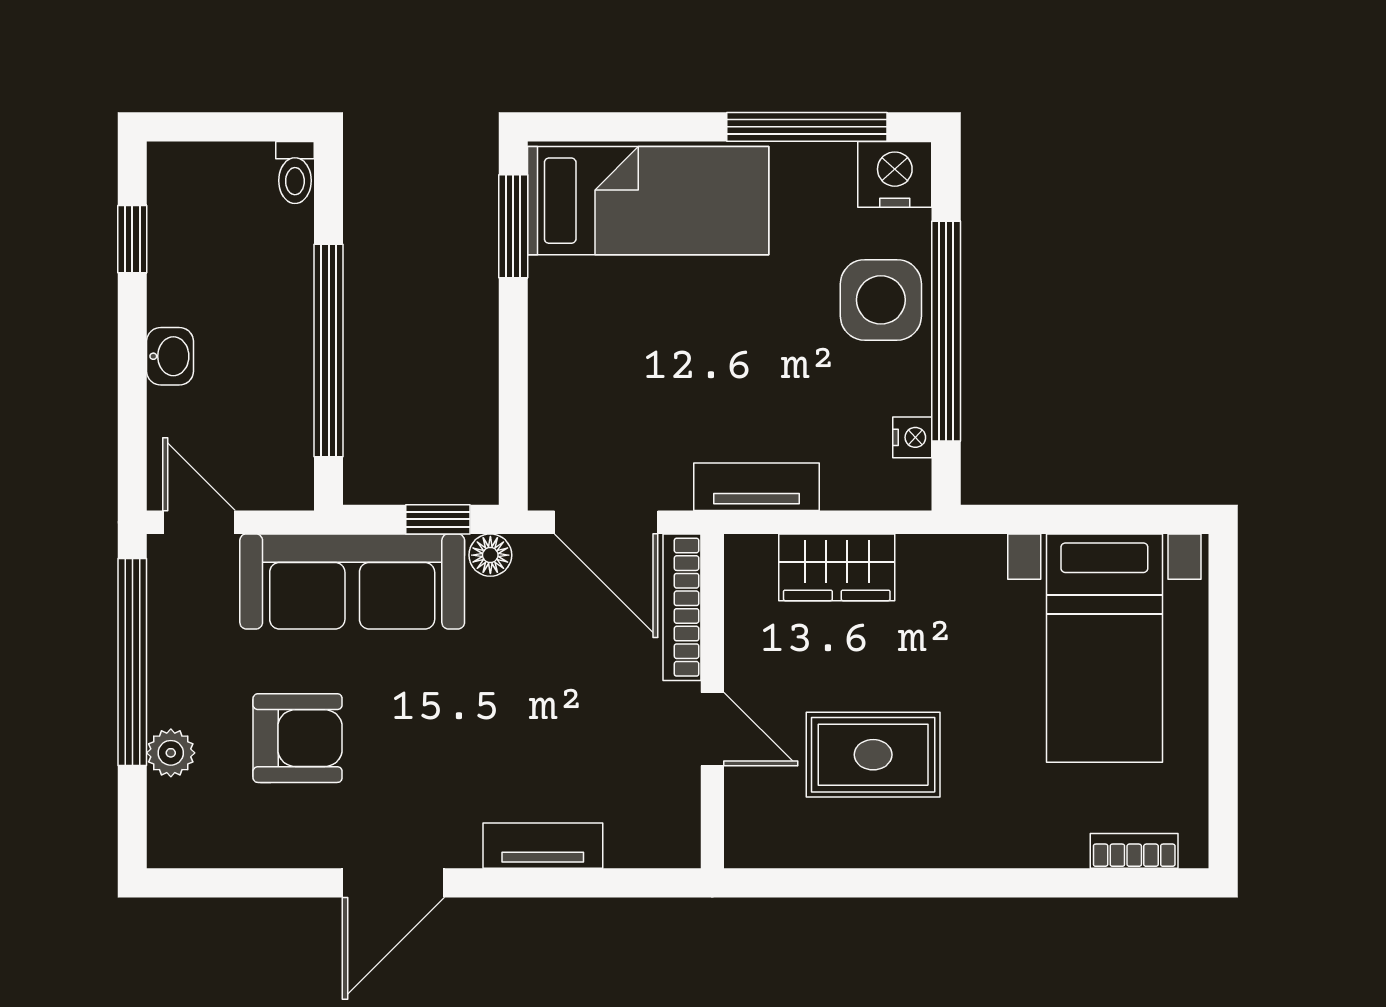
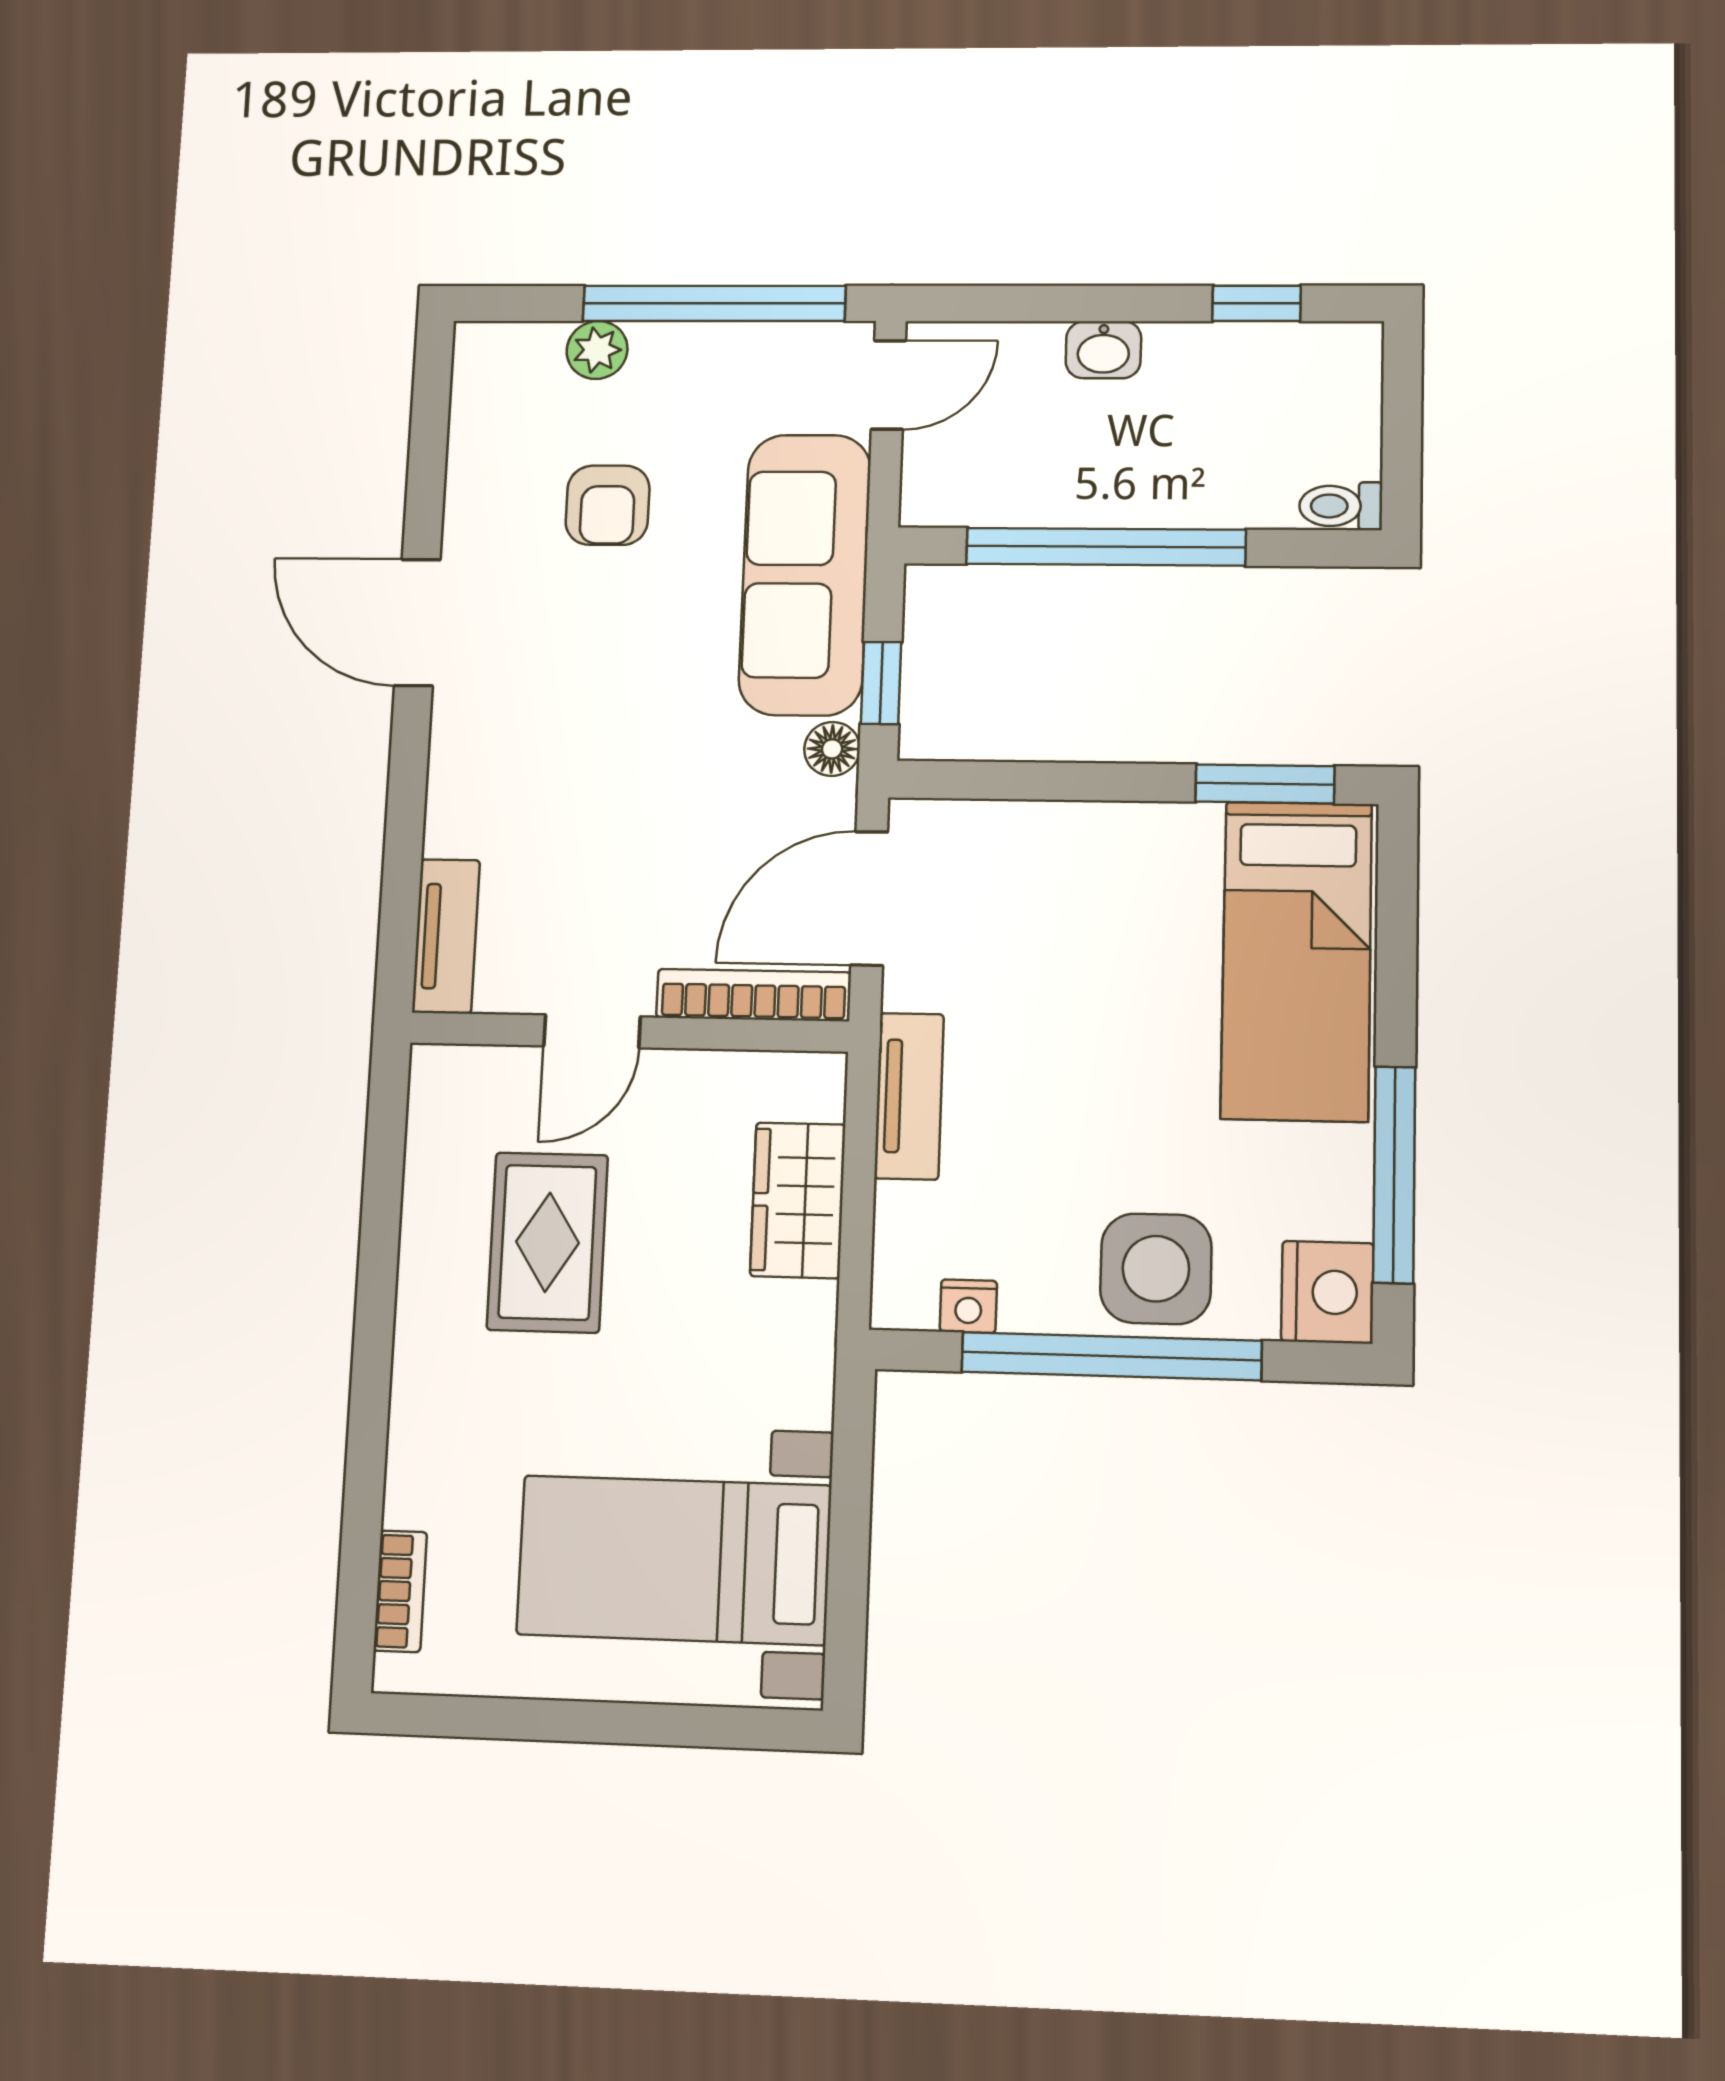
armchair: (298, 738) -> (608, 505), width x0.72, depth x0.72
tv unit: (543, 846) -> (446, 936), moved

